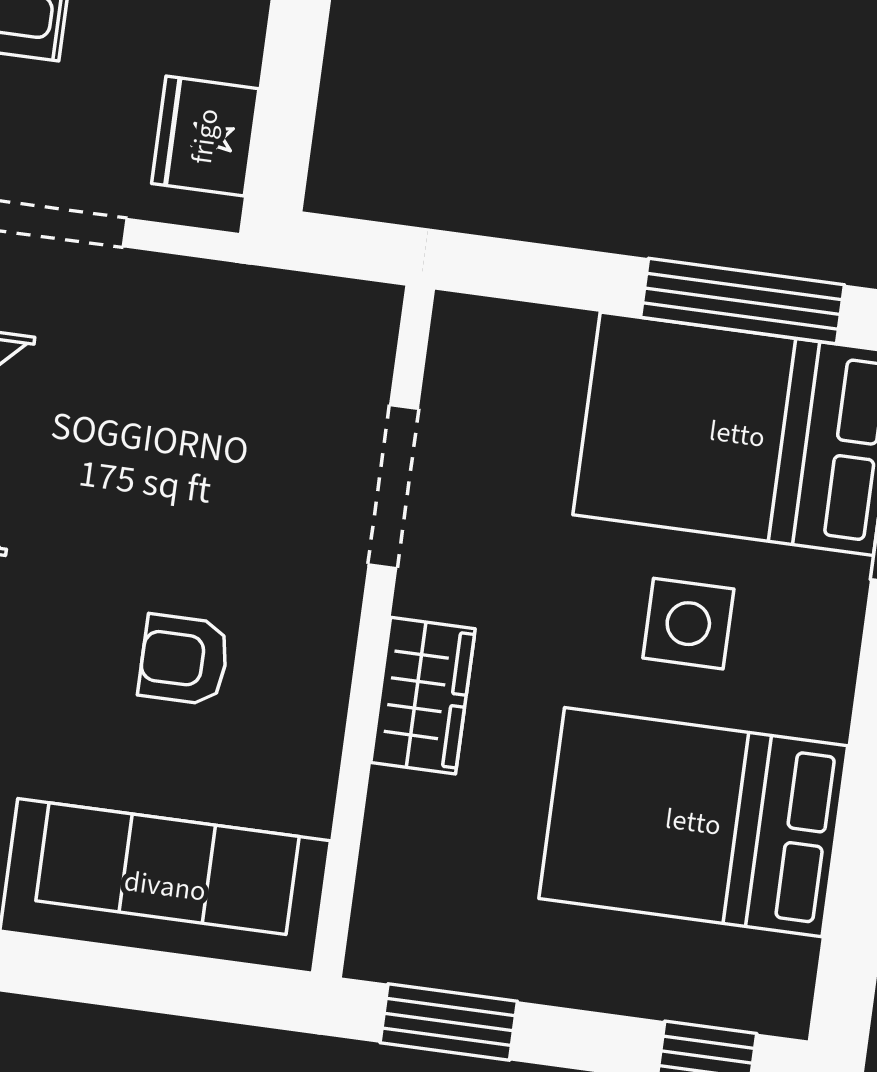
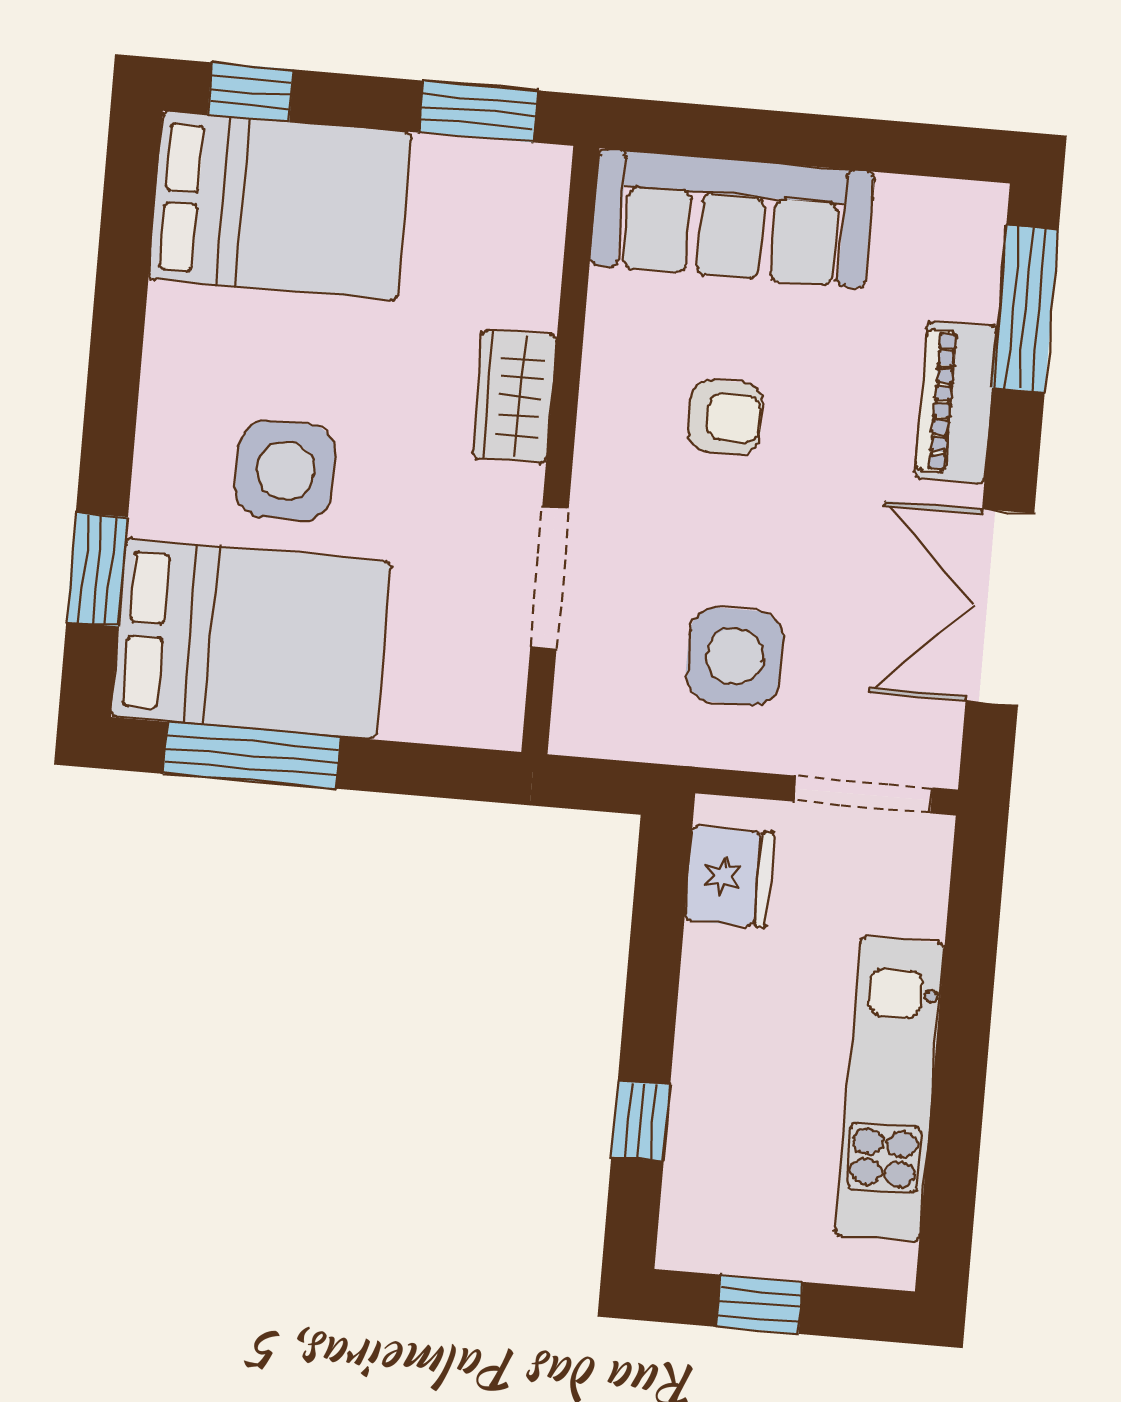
side table: (187, 387) -> (735, 656), added
side table: (688, 624) -> (285, 471), width x1.37, depth x1.37
bed: (693, 822) -> (280, 206), moved

